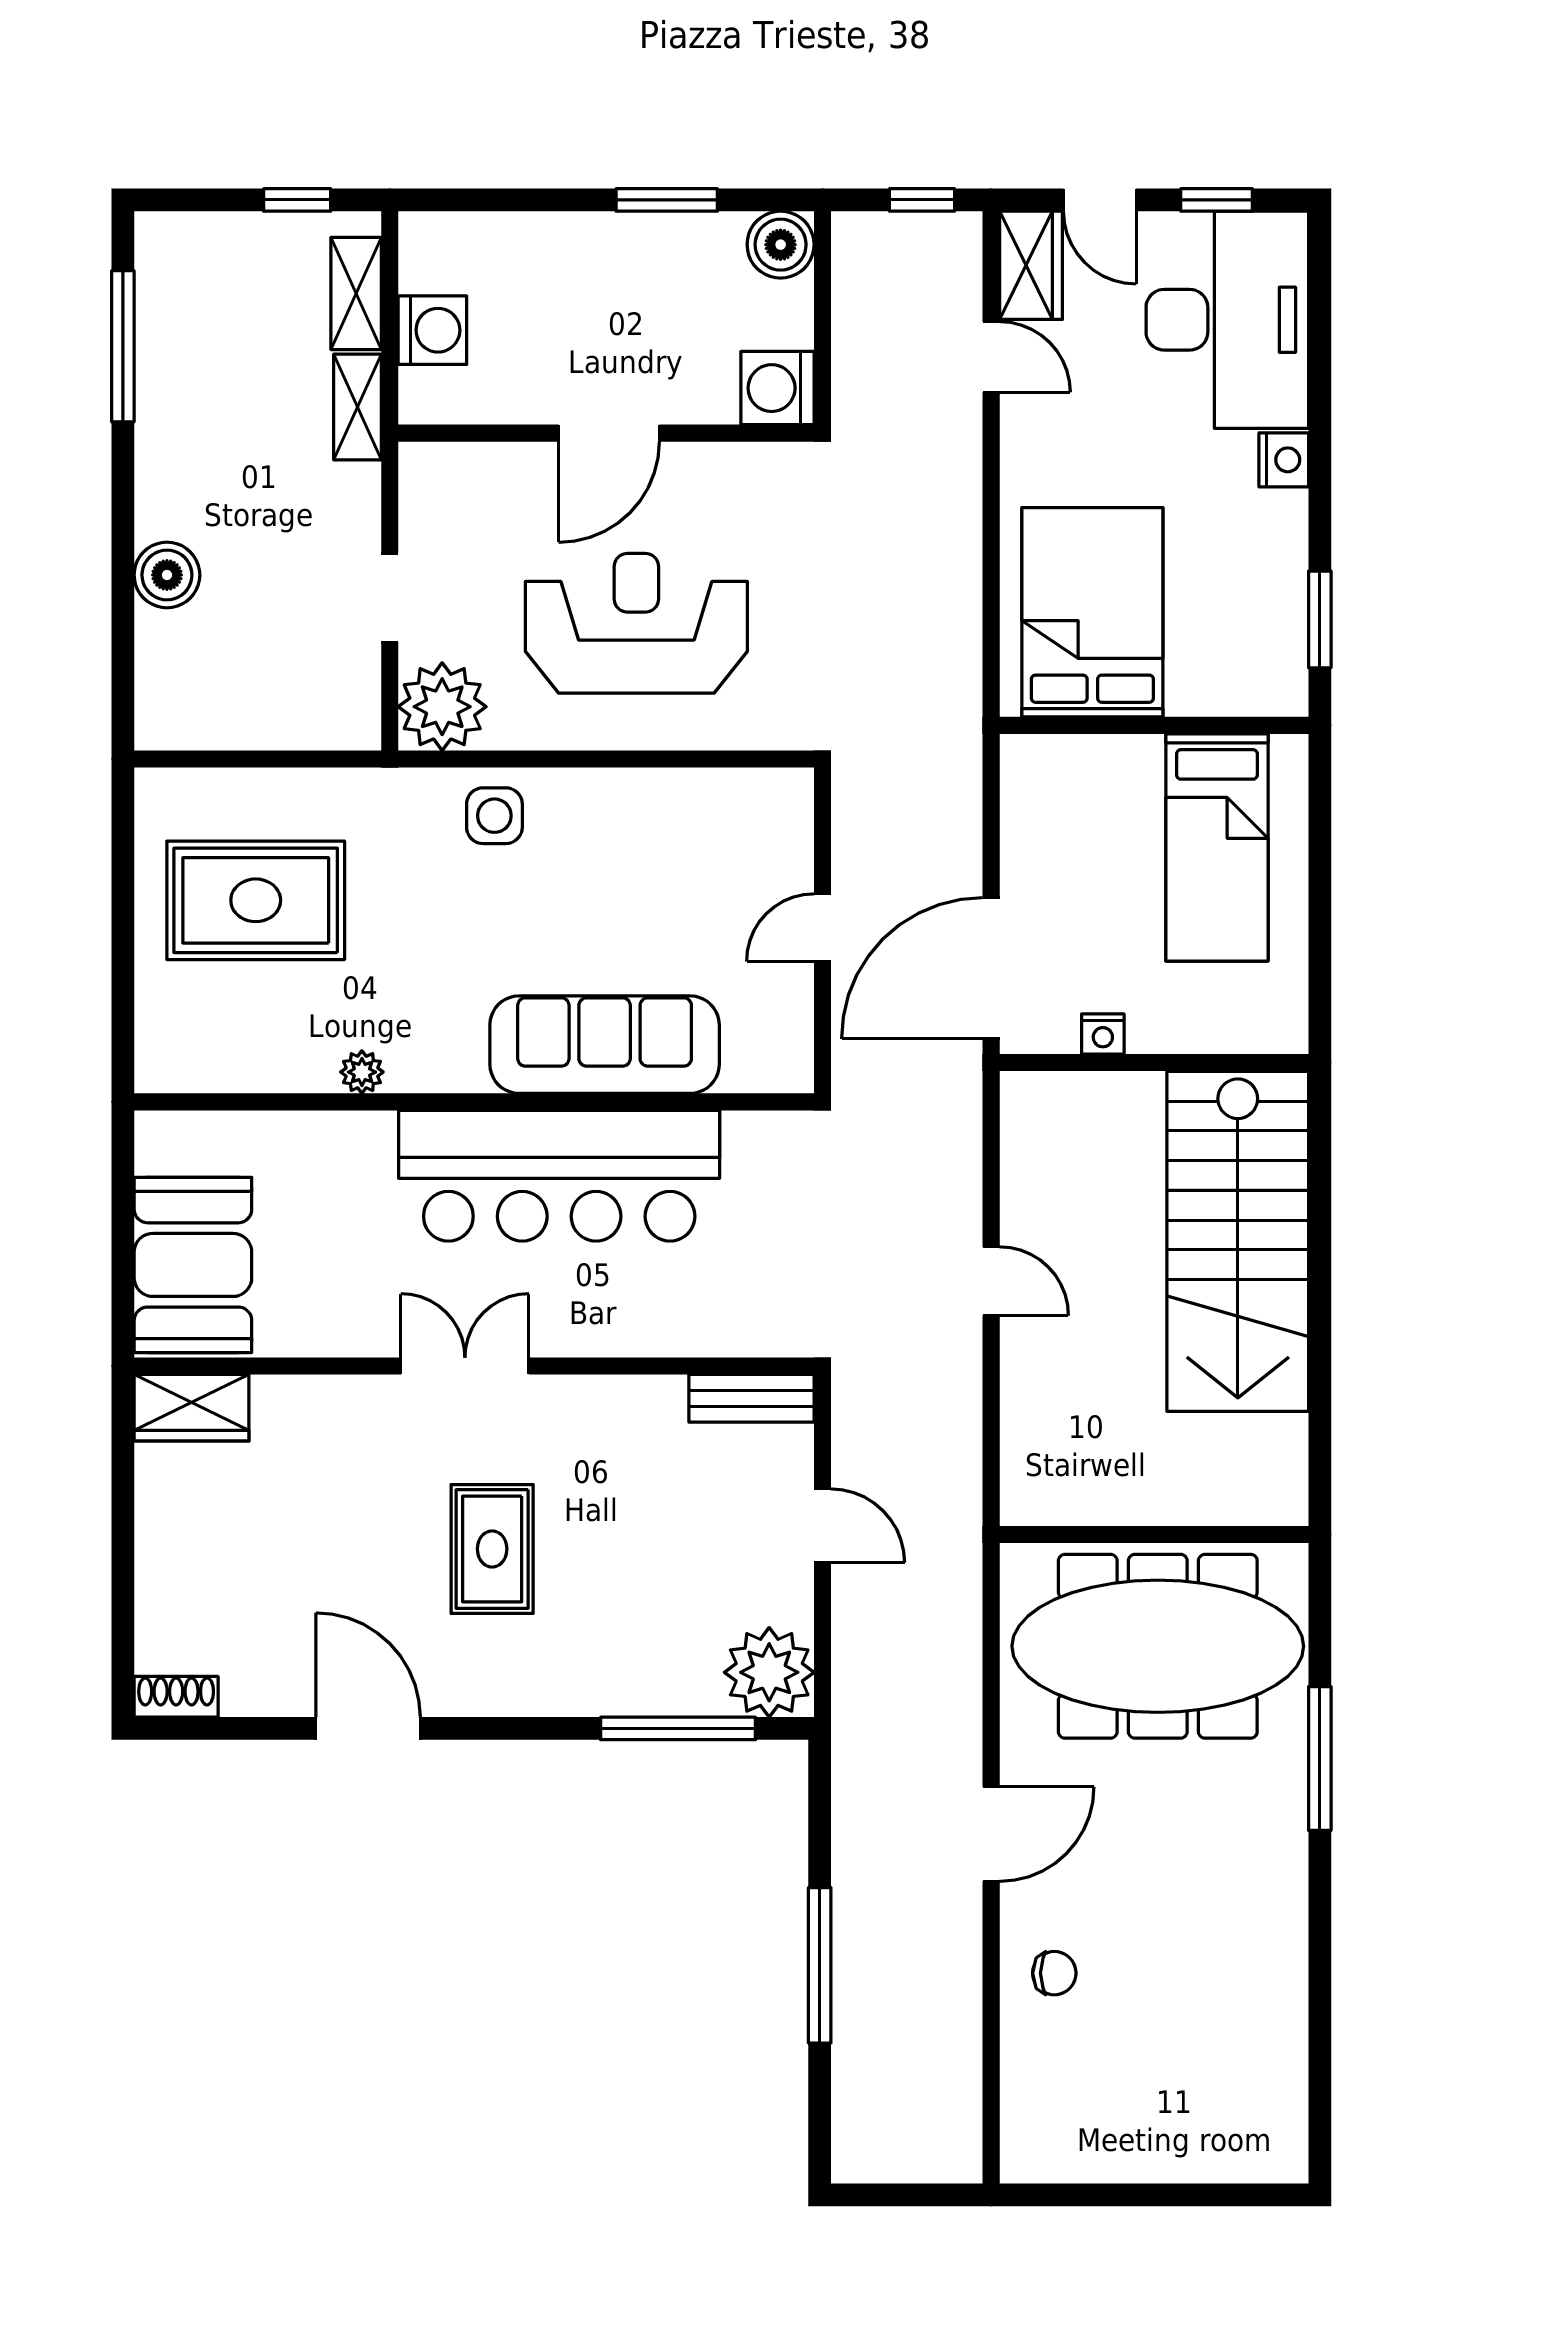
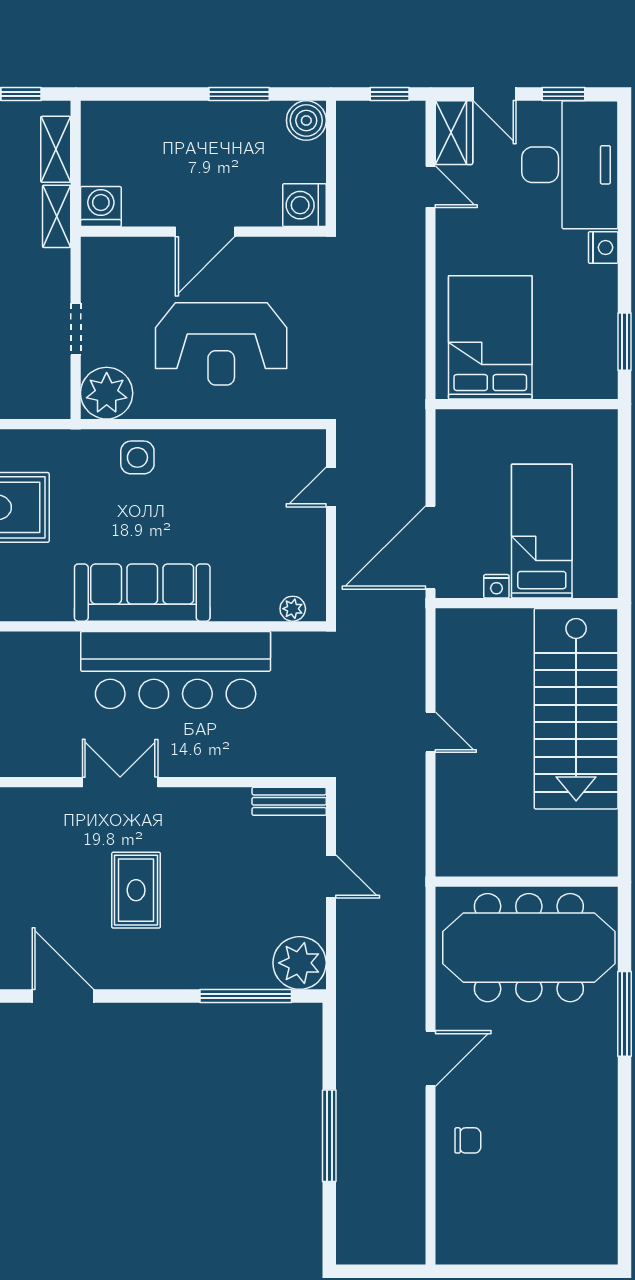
washing machine: (432, 330) -> (101, 207), moved, turned -90
reception desk: (636, 623) -> (221, 344), turned 180
bed: (1217, 847) -> (542, 531), moved, turned 180
door: (823, 928) -> (331, 487), moved
sofa: (605, 1045) -> (142, 593), moved
plant: (362, 1072) -> (293, 609), moved

